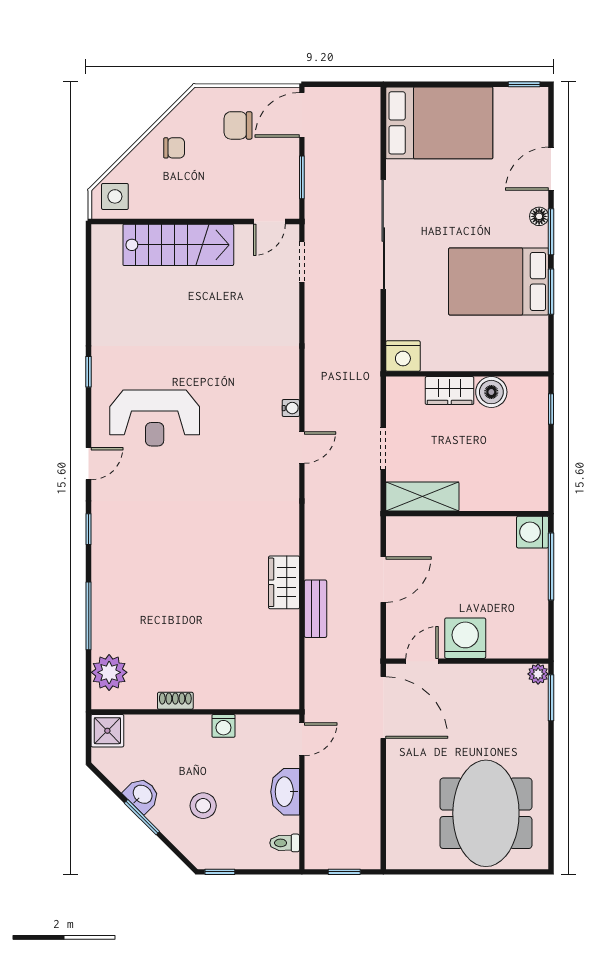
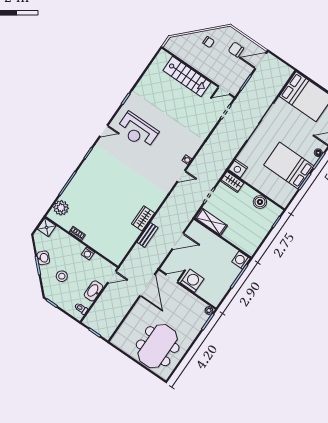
side table: (115, 196) -> (177, 45), removed
wardrobe: (450, 391) -> (232, 182), moved

